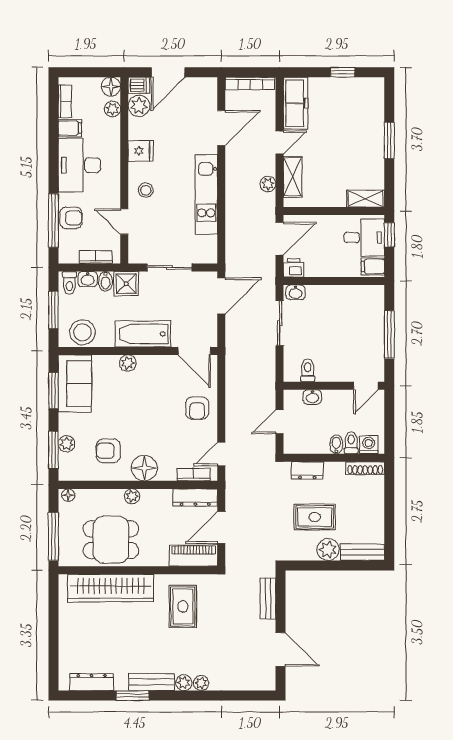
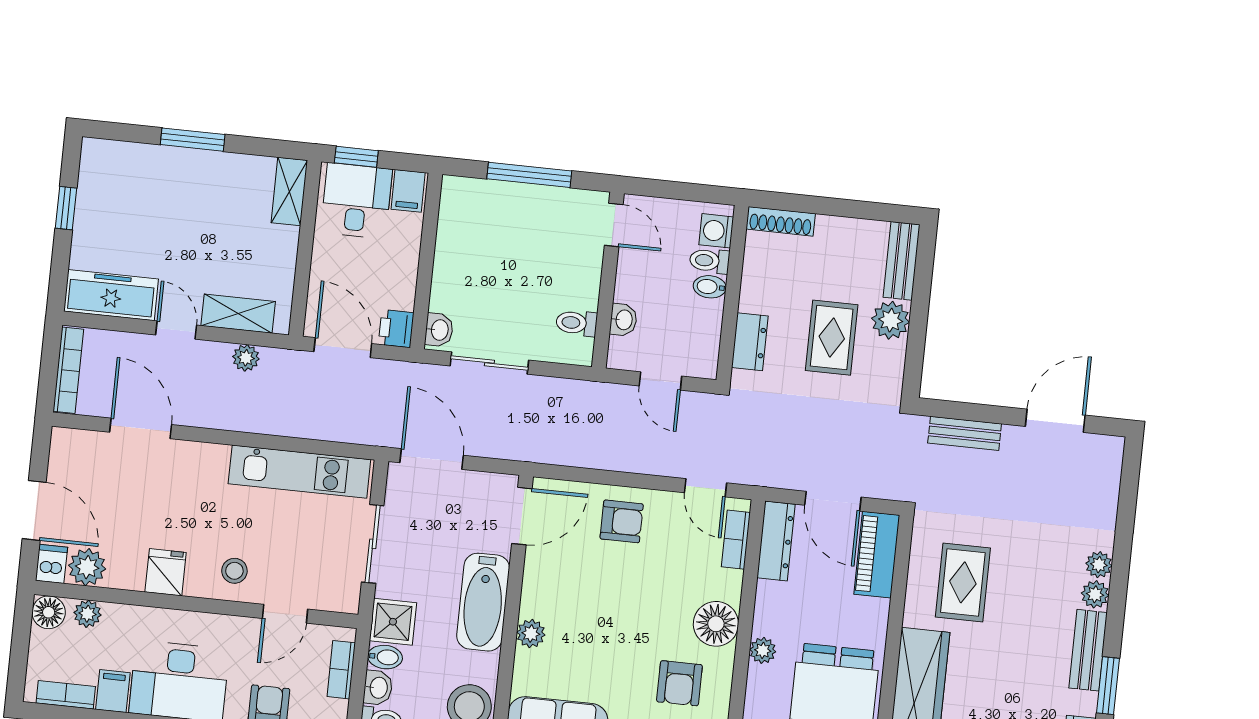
kitchen unit: (206, 194) -> (299, 472), moved
shoe rack: (365, 468) -> (781, 221), moved, turned 90
rug: (183, 606) -> (963, 582), turned 90

